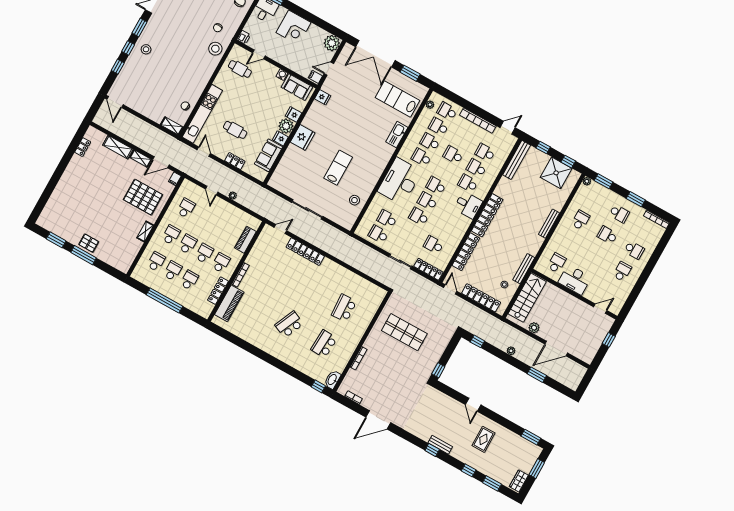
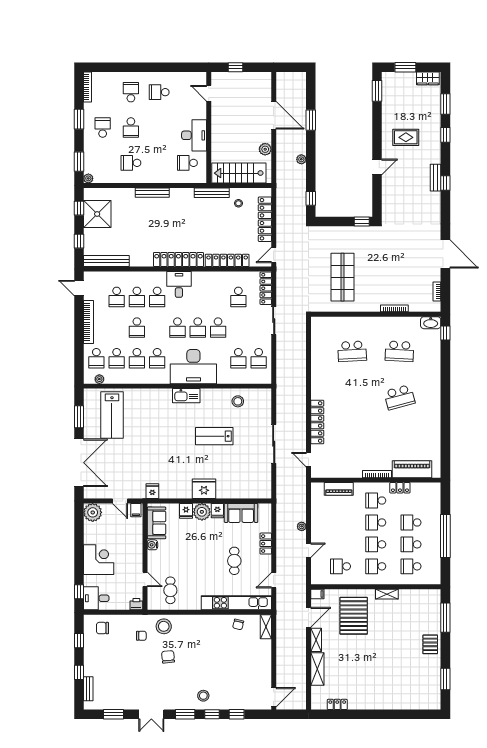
chair: (190, 39) -> (168, 657), added
kitchen sink: (397, 135) -> (186, 396), moved
door: (161, 162) -> (309, 617), hinge flipped
window: (83, 255) -> (445, 618), moved
locker: (218, 291) -> (400, 488), width x0.66
school desk: (289, 324) -> (399, 397), turned -39

